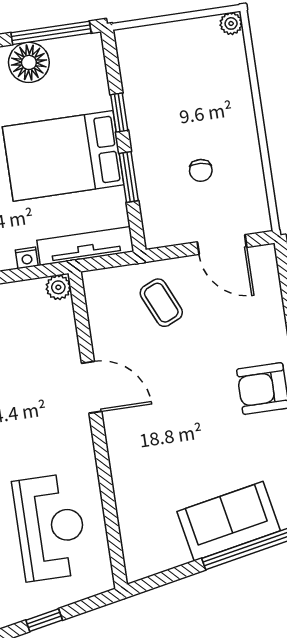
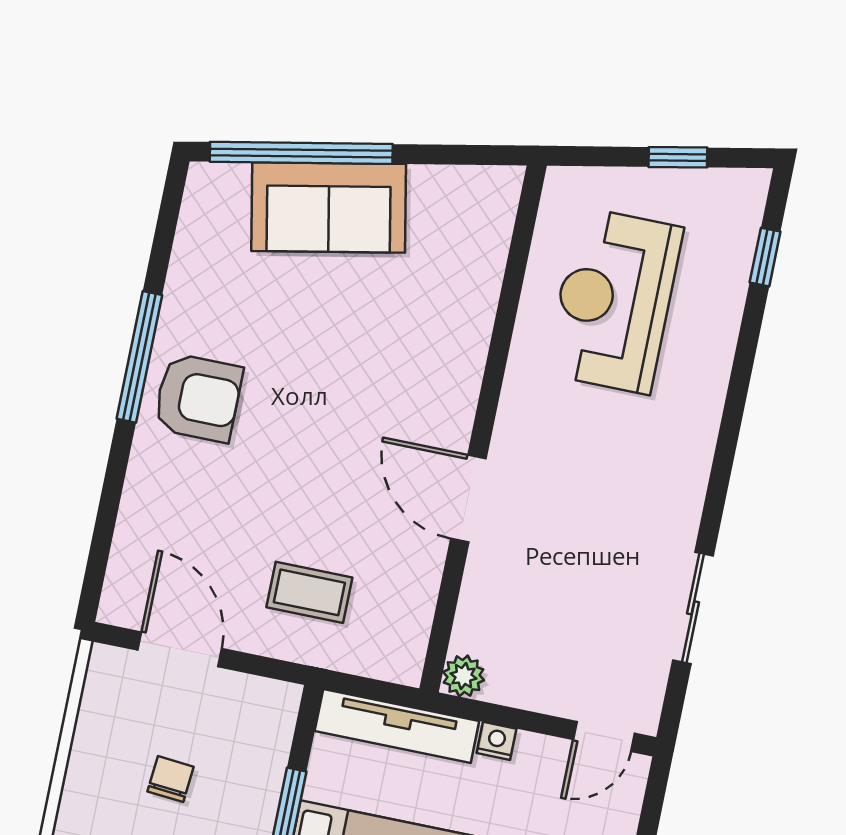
coffee table: (161, 303) -> (309, 592), turned -66

